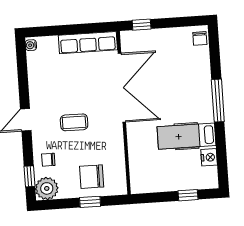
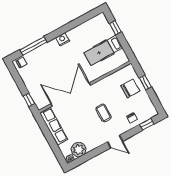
window: (218, 101) -> (33, 46), moved
hospital bed: (187, 136) -> (103, 50), moved, turned 90
nightstand: (209, 157) -> (62, 39), moved
chair: (92, 177) -> (130, 88), turned -90
plant: (47, 188) -> (79, 150), moved

